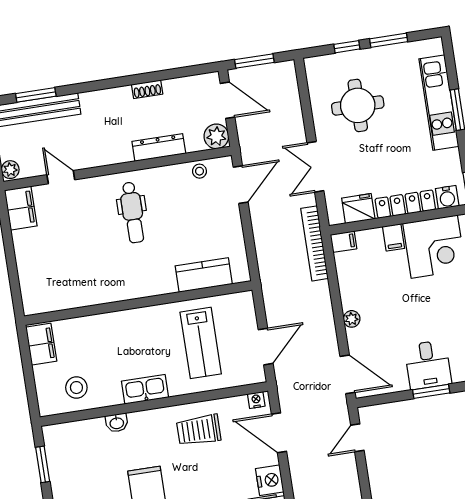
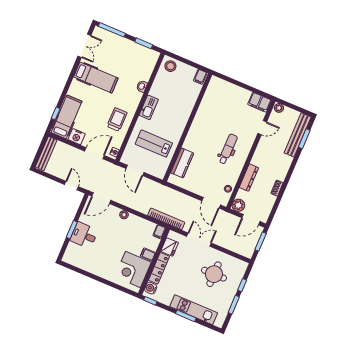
dental chair: (133, 212) -> (228, 149), turned 90
filing cabinet: (41, 344) -> (200, 77), width x0.50
stool: (76, 388) -> (170, 66), moved

